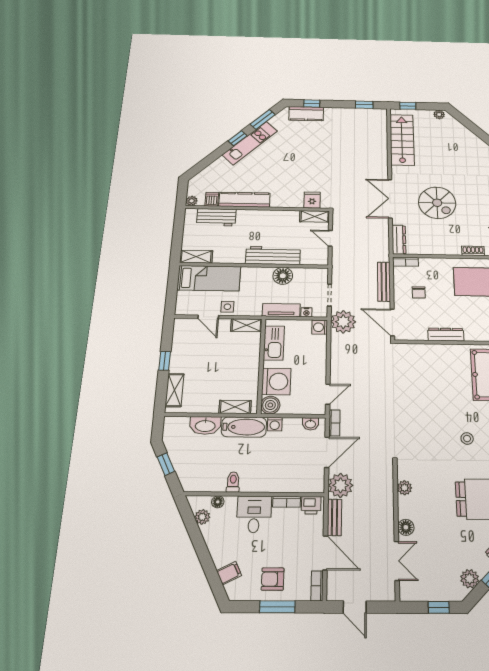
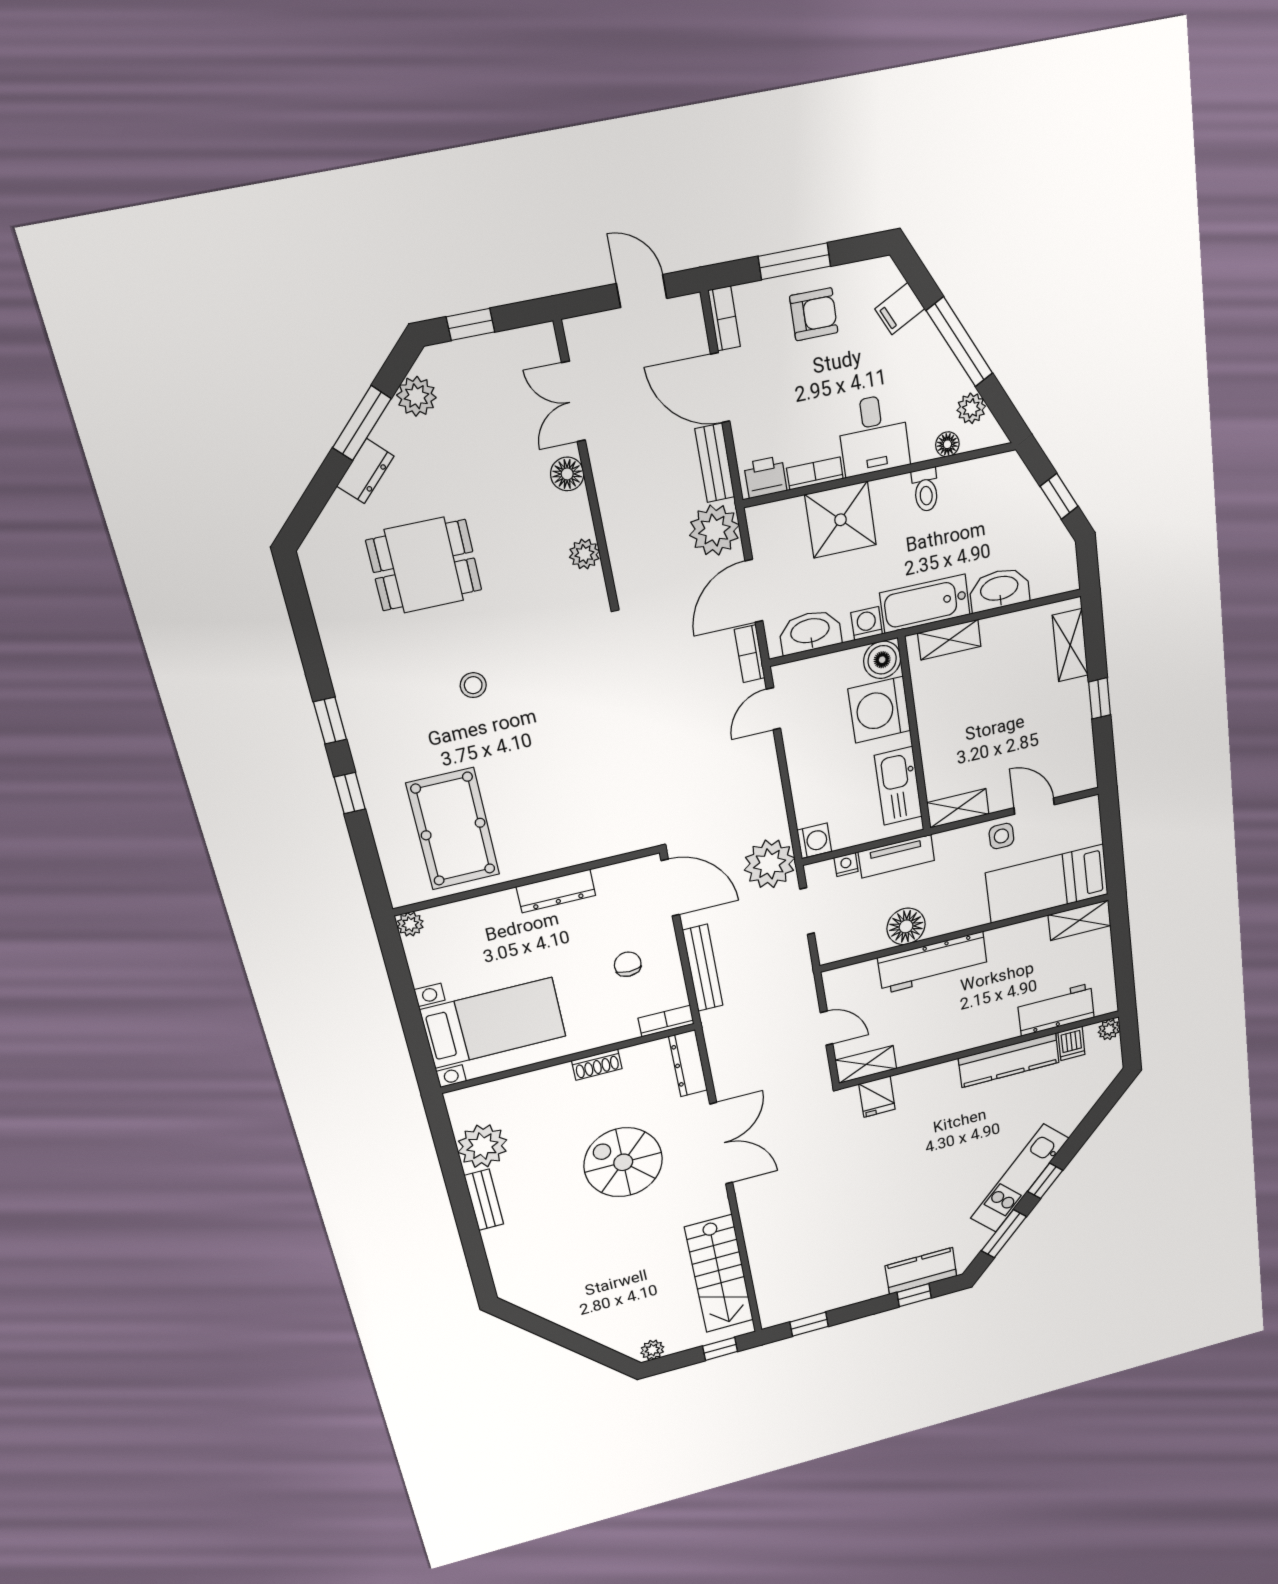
shoe rack: (473, 251) -> (597, 1065), moved
washbasin: (310, 424) -> (810, 632), width x1.91, depth x1.45
shower: (278, 477) -> (841, 520), added
window: (202, 551) -> (960, 342), added

